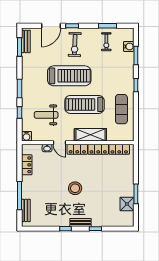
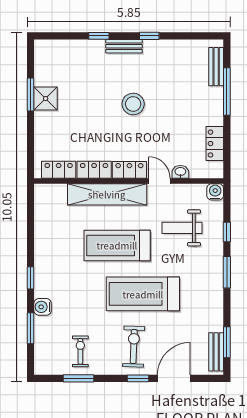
water cooler: (129, 46) -> (43, 307), moved
treadmill: (85, 104) -> (117, 245), turned 180
exercise mat: (121, 109) -> (55, 238), removed
weight bench: (46, 115) -> (182, 228), turned 180
shelving: (90, 135) -> (107, 194), width x1.47
shower: (127, 204) -> (46, 99), moved

